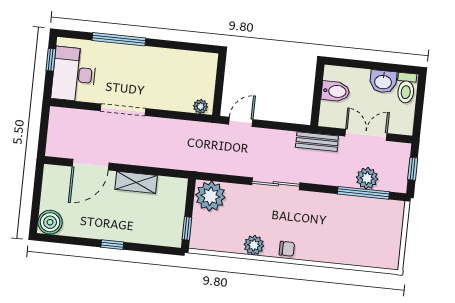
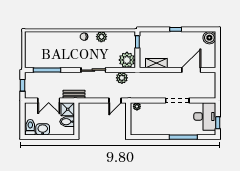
shower: (332, 115) -> (68, 109), added
plant: (367, 178) -> (122, 78), moved
shelving: (136, 182) -> (156, 63), moved

